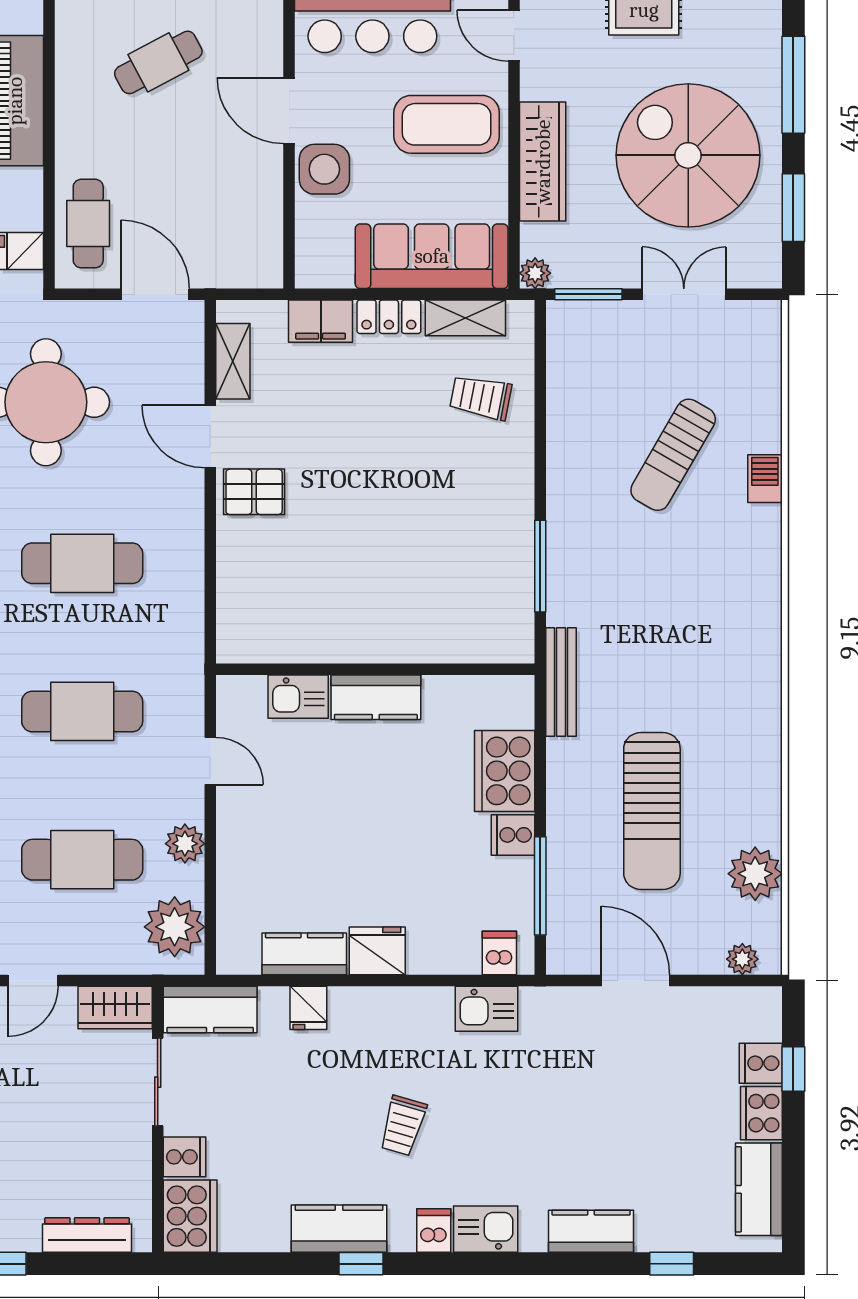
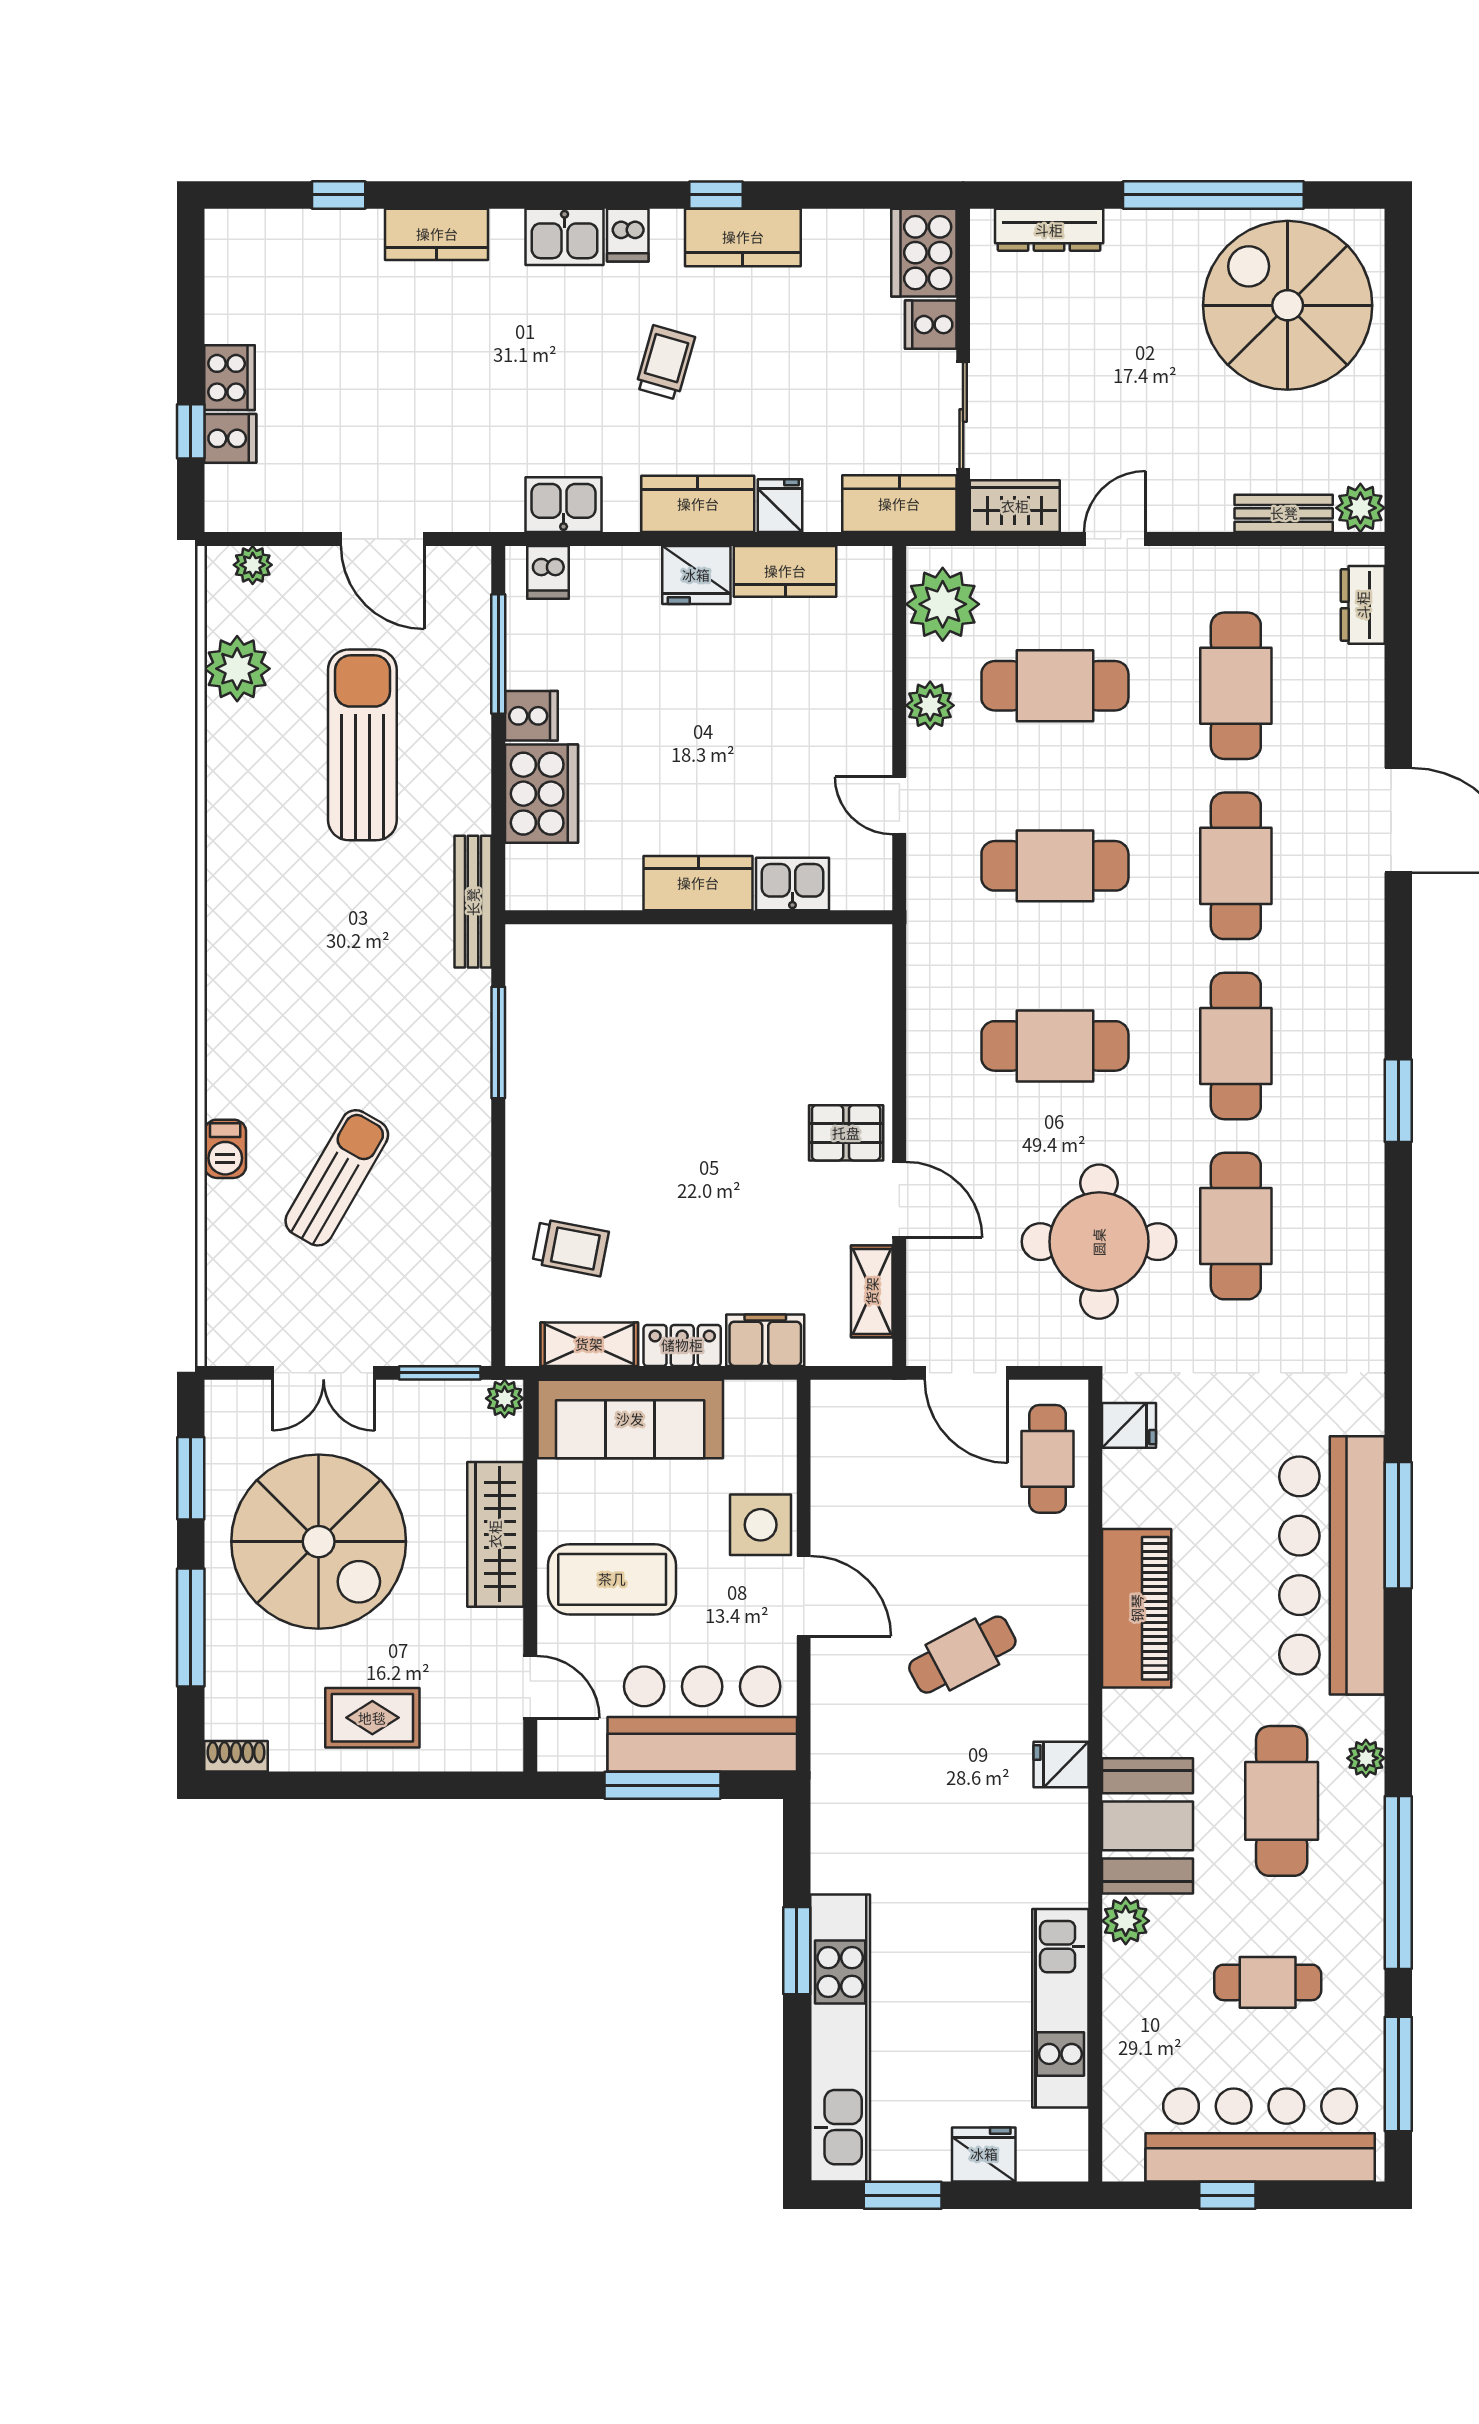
kitchen counter: (759, 1189) -> (698, 504), moved, turned -90

